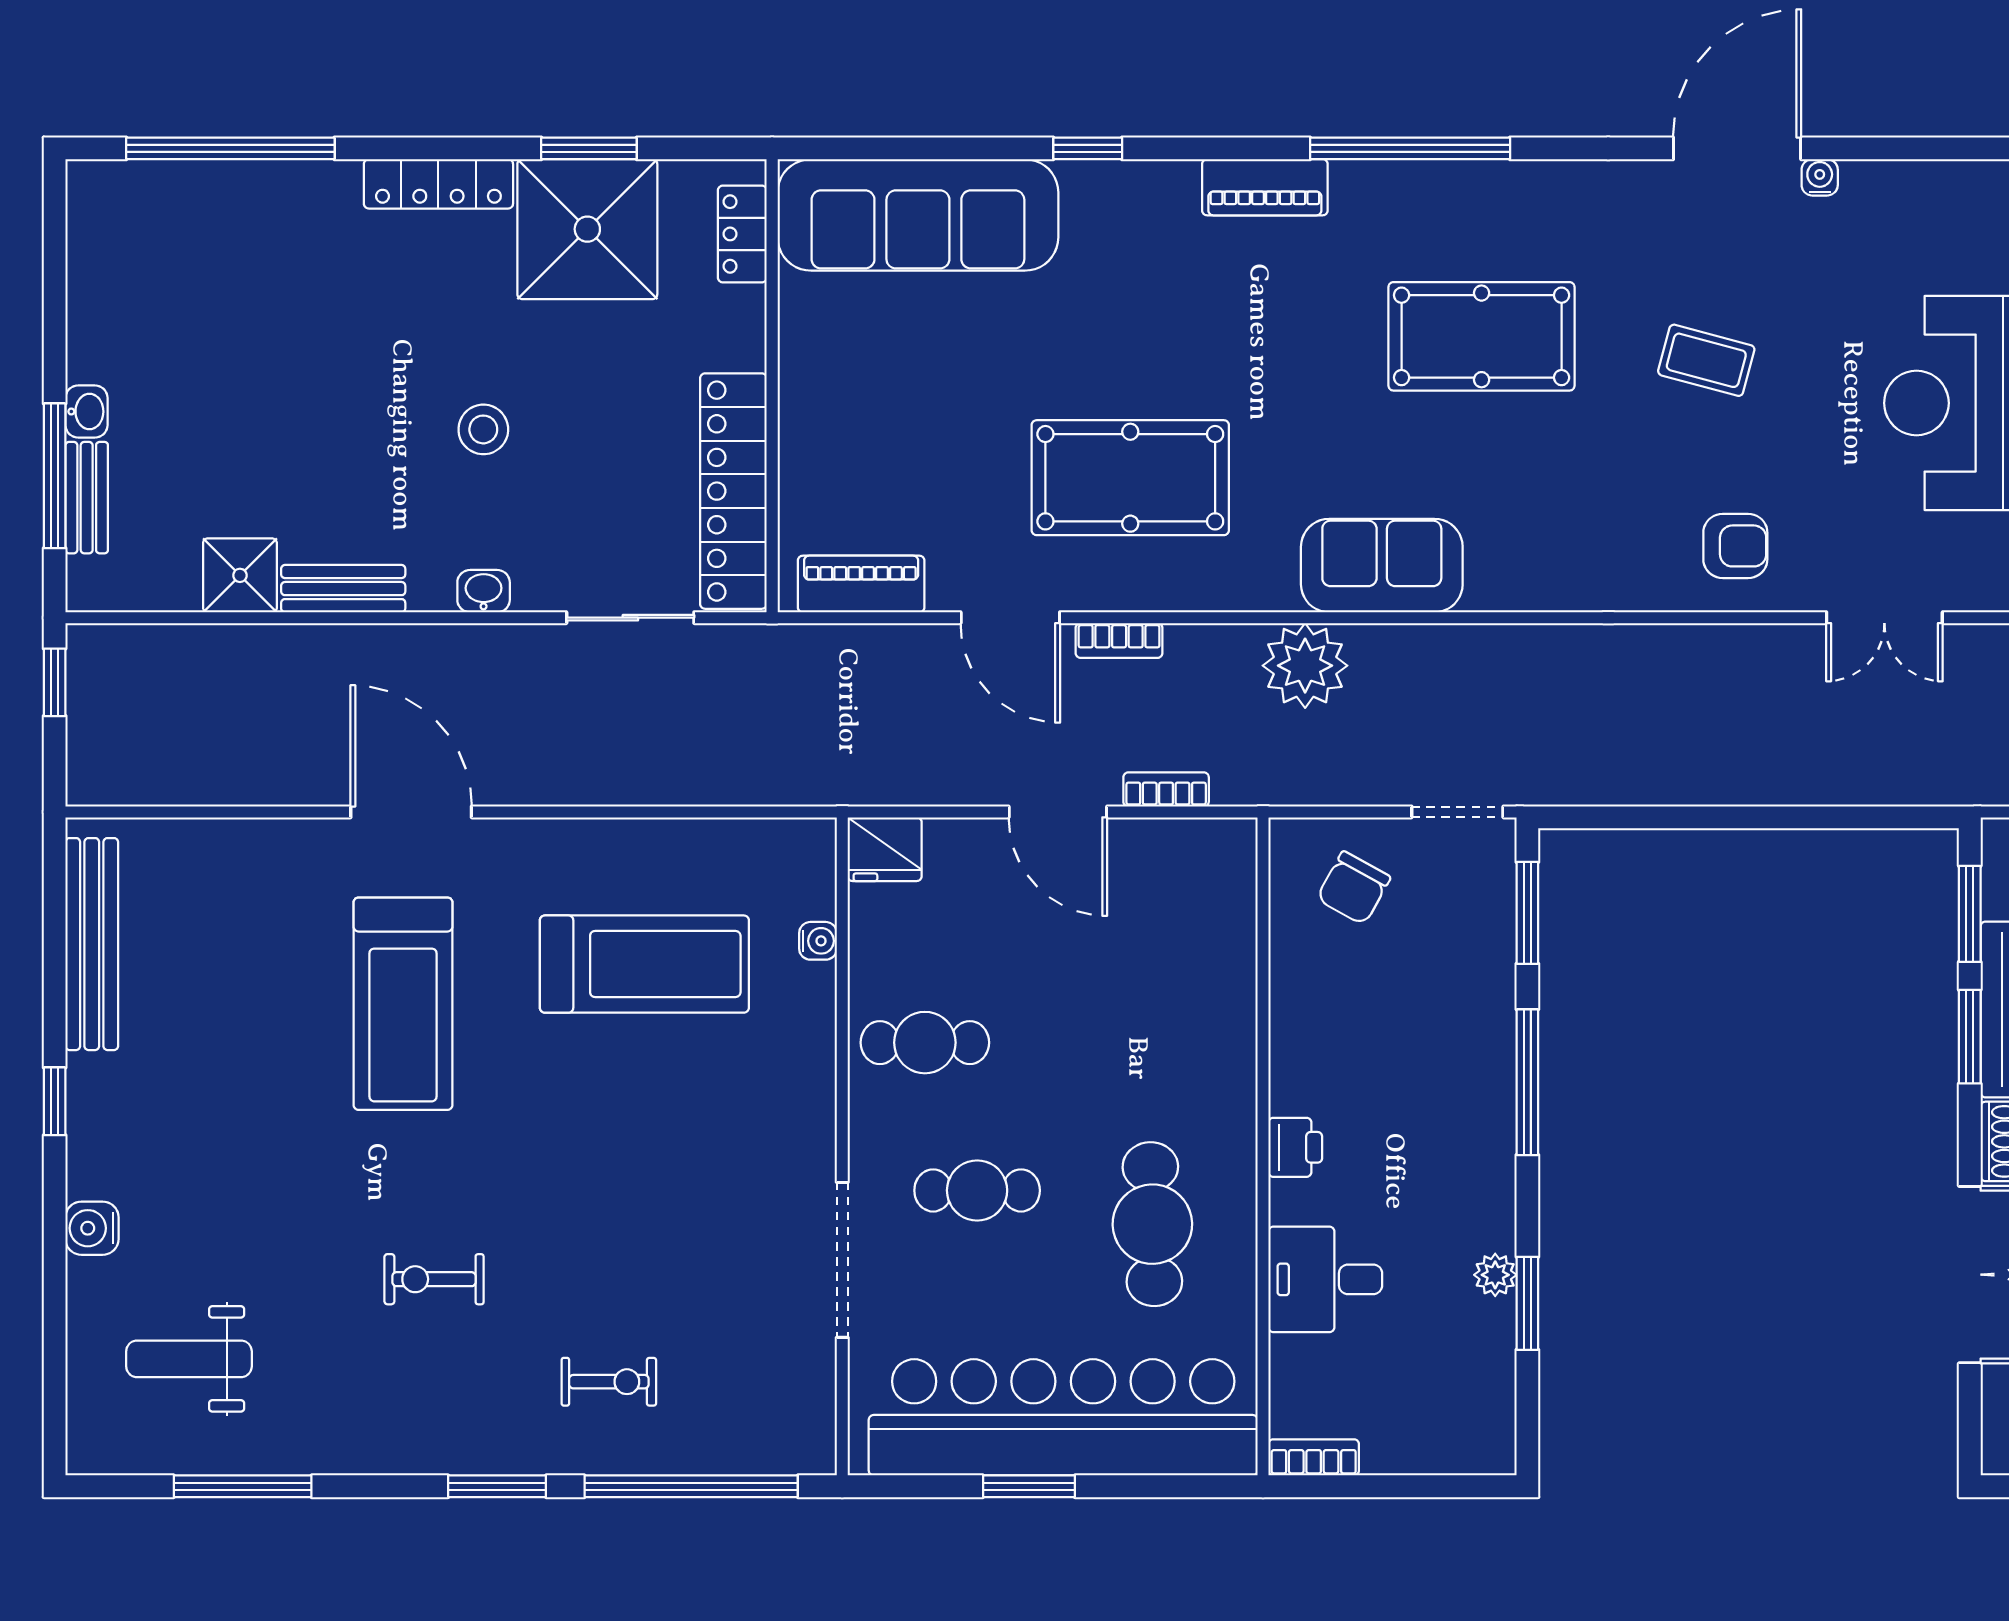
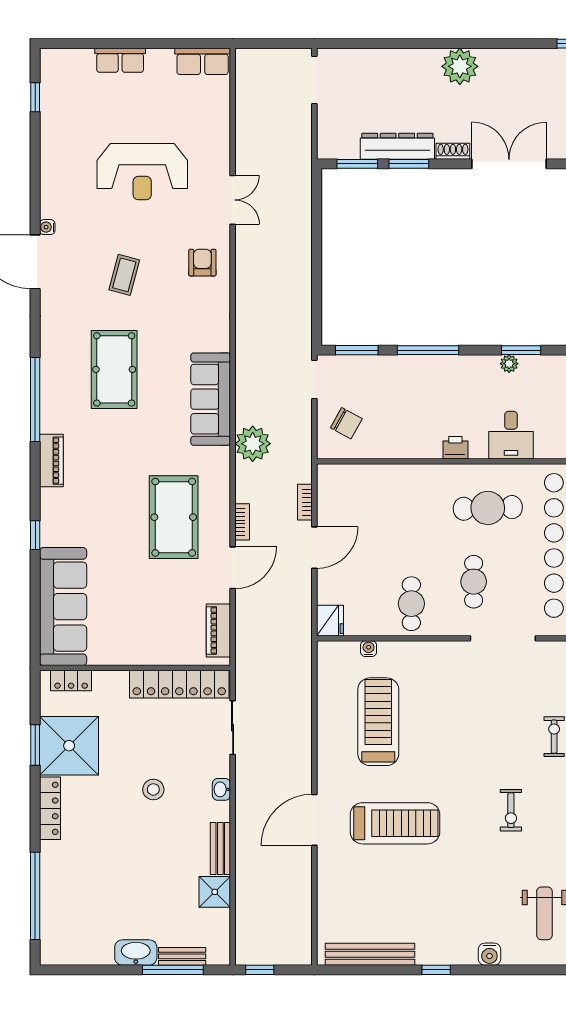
washbasin: (86, 412) -> (136, 953), width x1.91, depth x1.45
sofa: (1382, 566) -> (211, 399), width x1.36

